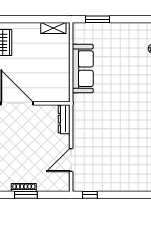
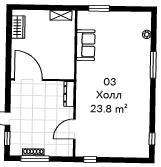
sofa: (83, 69) -> (86, 45), width x0.73
window: (26, 195) -> (35, 159), width x1.44

